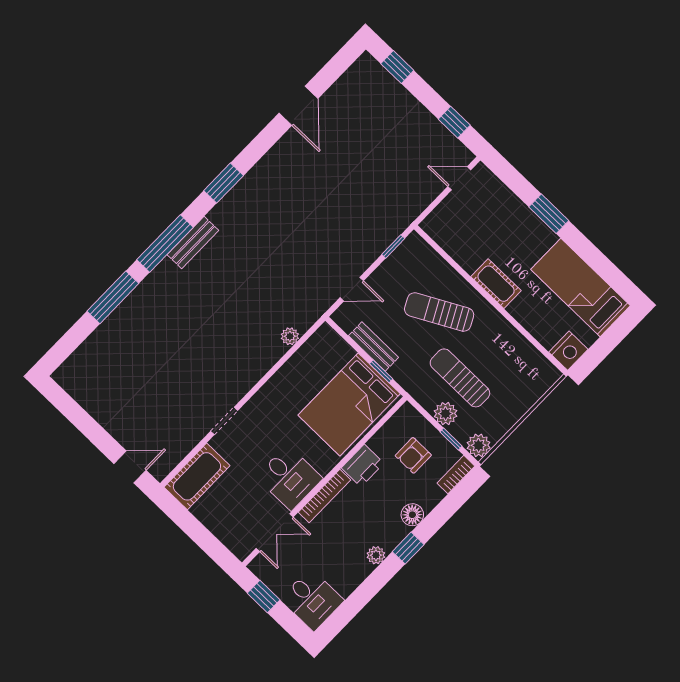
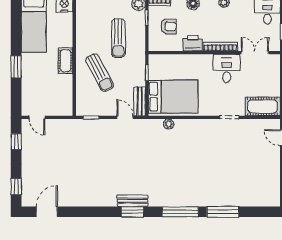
door: (298, 106) -> (47, 212), moved
bench: (193, 242) -> (133, 201), moved
bench: (374, 347) -> (140, 101), moved
bed: (349, 404) -> (173, 97), moved
plant: (446, 414) -> (139, 30), removed

